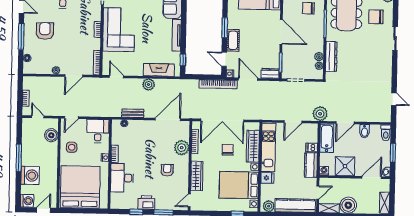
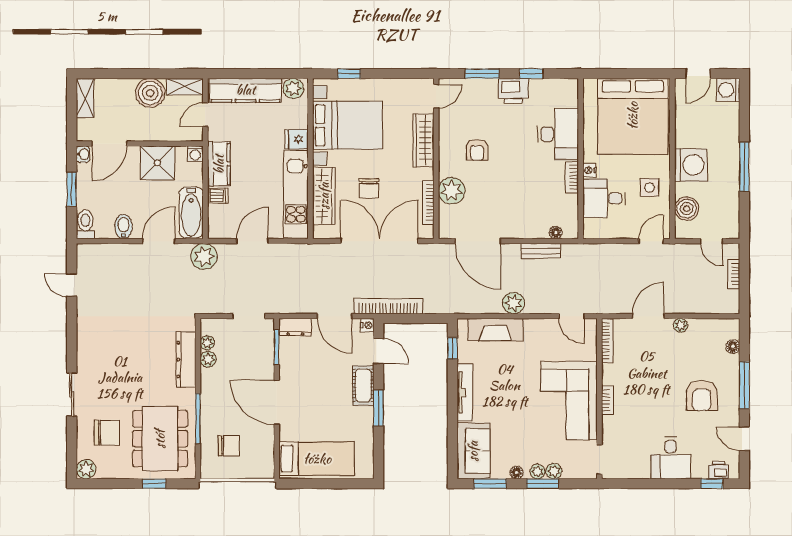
door: (168, 119) -> (478, 241), hinge flipped
desk: (98, 131) -> (604, 198), moved, turned 90
washing machine: (30, 176) -> (691, 165), moved, turned 180

